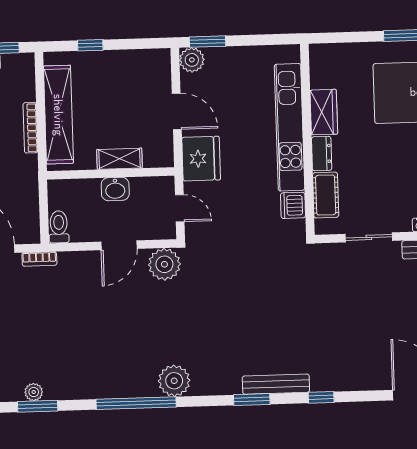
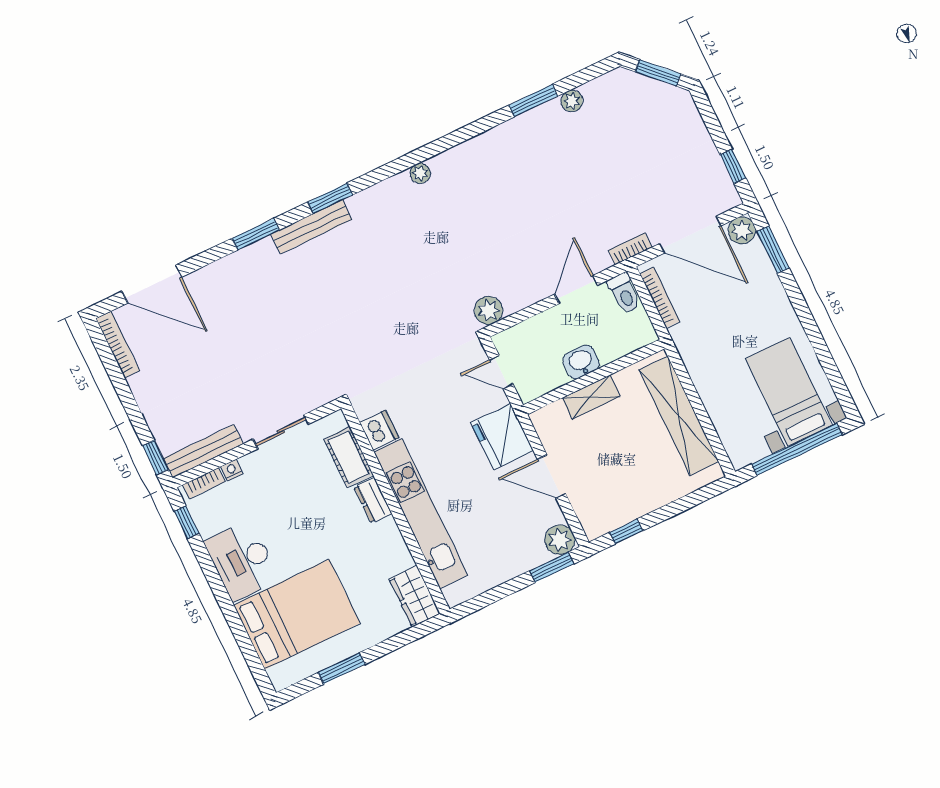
window: (90, 45) -> (626, 532), moved
wardrobe: (324, 112) -> (415, 596), moved
bookcase: (30, 128) -> (660, 298), moved
door: (119, 245) -> (576, 290), moved
plant: (164, 264) -> (489, 310), width x0.73, depth x0.73
plant: (174, 381) -> (420, 173), width x0.53, depth x0.53
window: (321, 397) -> (256, 234), width x1.50
window: (136, 403) -> (455, 138), removed
window: (38, 406) -> (533, 101), moved

